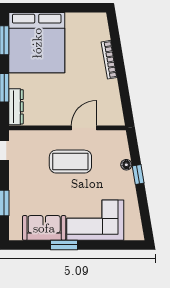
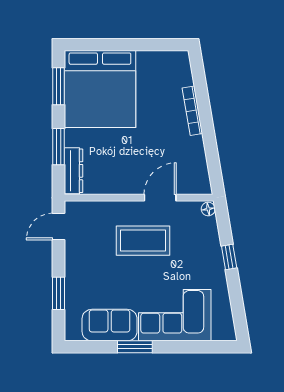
floor lamp: (126, 165) -> (208, 209), moved

